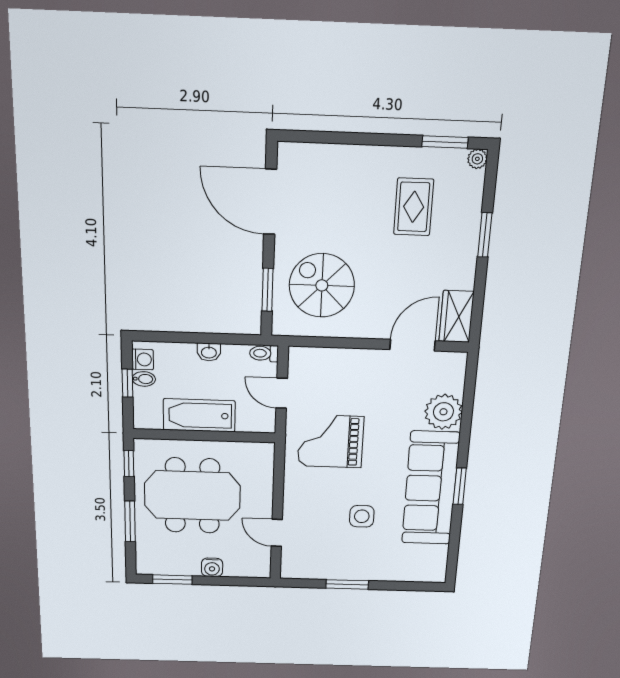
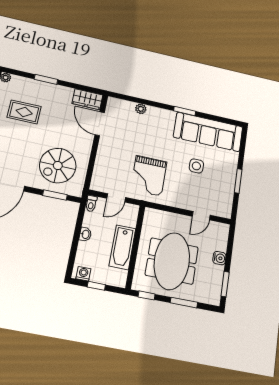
bidet: (144, 379) -> (95, 275), removed
plant: (443, 412) -> (141, 109), width x0.53, depth x0.53
sofa: (431, 488) -> (208, 132), moved

